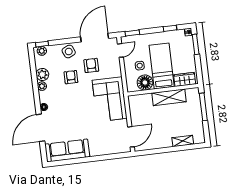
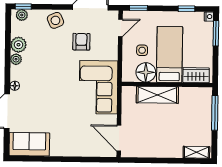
armchair: (71, 77) -> (54, 53), removed
shelving: (169, 97) -> (157, 95), moved
door: (131, 137) -> (119, 138), swing flipped
shelving: (183, 141) -> (196, 152), moved
sofa: (67, 151) -> (29, 144), width x0.73

